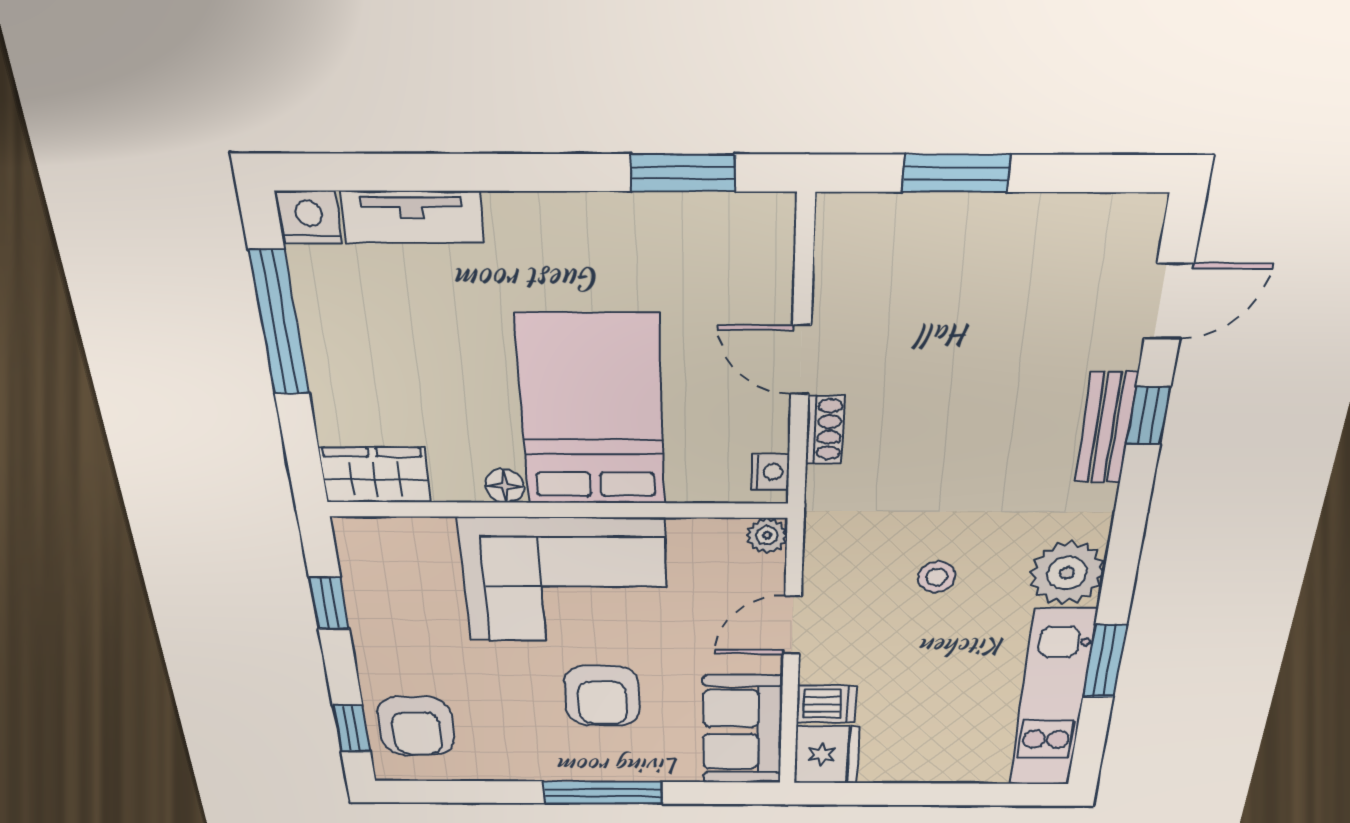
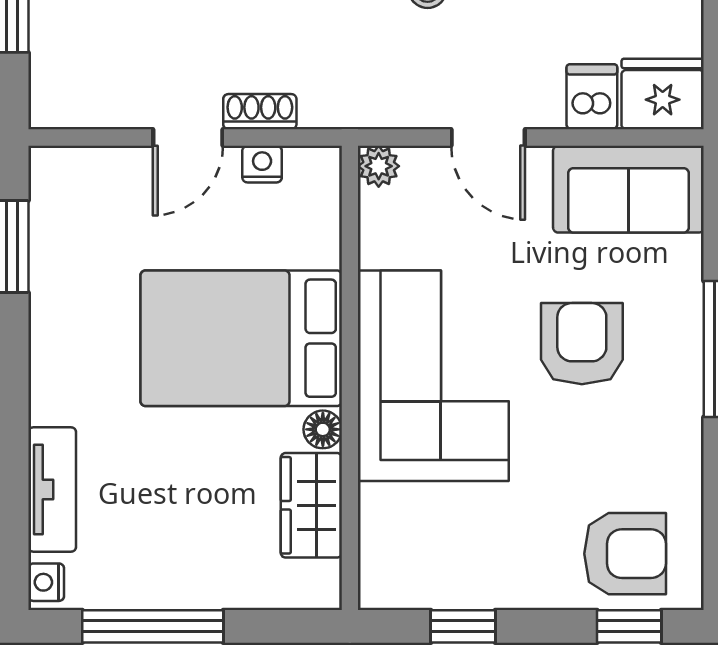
nightstand: (310, 217) -> (46, 582), width x0.72, depth x0.74
nightstand: (770, 472) -> (262, 164), moved
wardrobe: (375, 475) -> (311, 505), moved
armchair: (602, 696) -> (582, 344), turned -90

